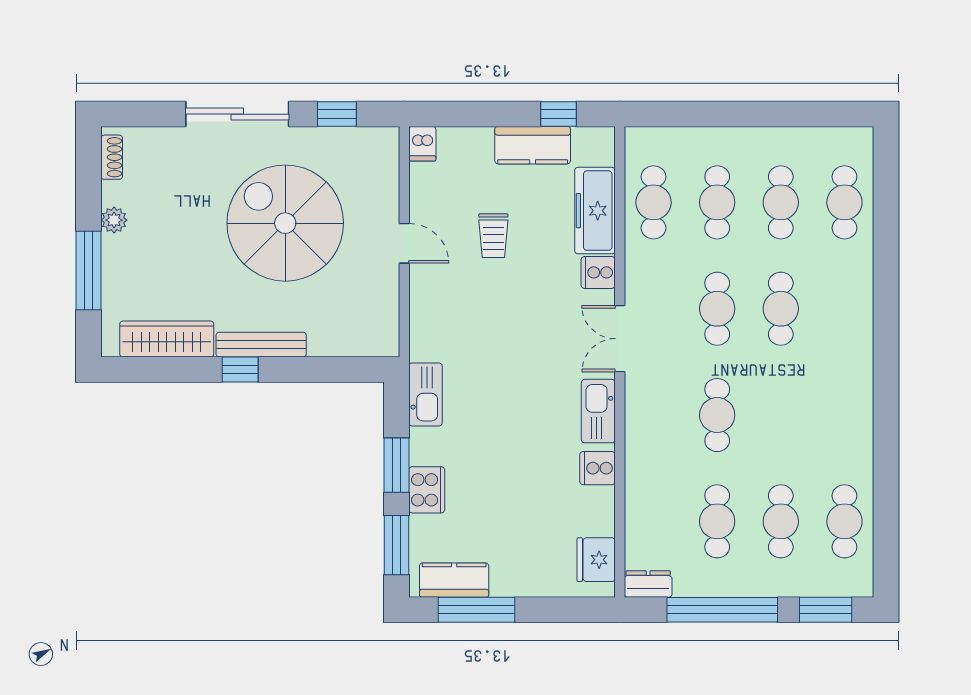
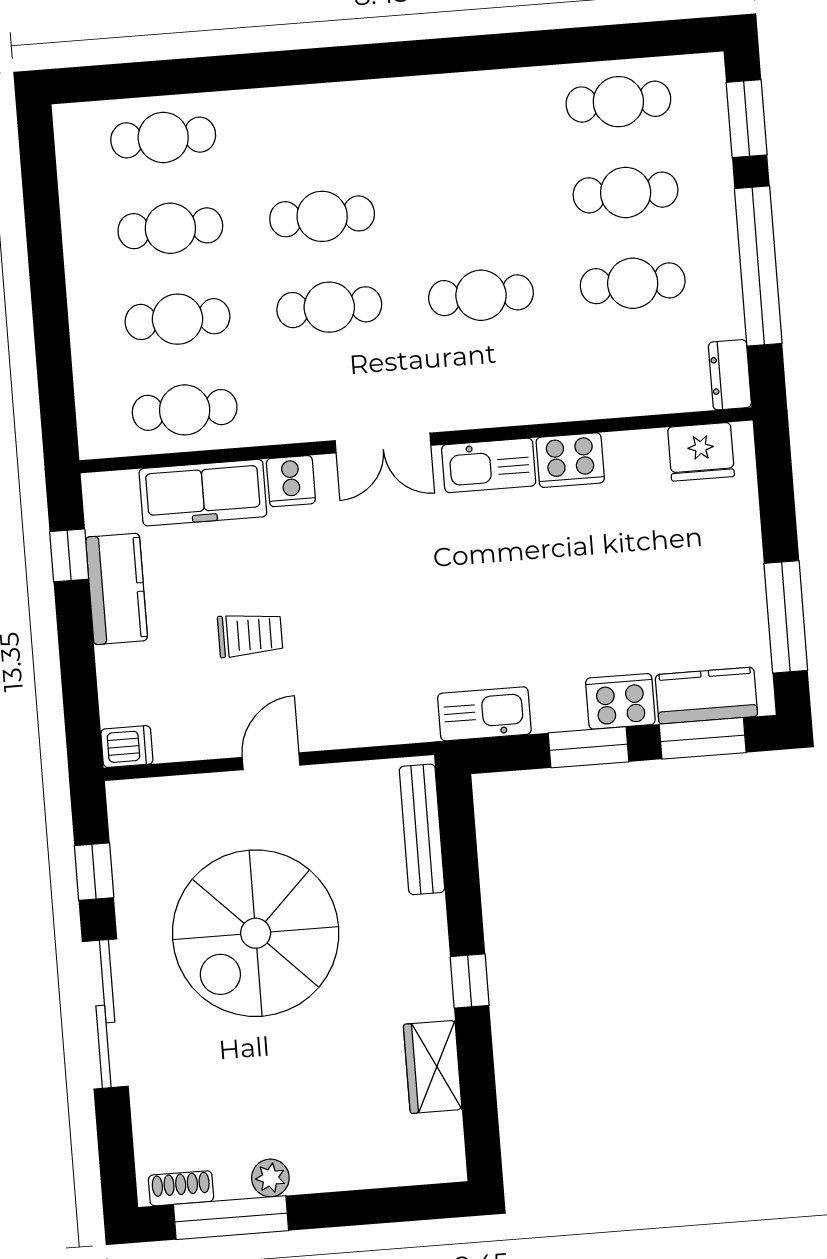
window: (89, 271) -> (231, 1218), moved
wardrobe: (167, 339) -> (433, 1067), width x0.67
bench: (261, 345) -> (422, 829), moved
cooker: (597, 468) -> (570, 460), width x1.36
kitchen counter: (454, 580) -> (706, 696), moved, turned 90

